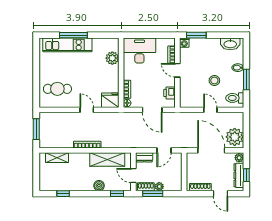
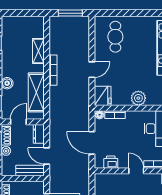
plant: (112, 58) -> (138, 98), moved
door: (177, 70) -> (136, 171), hinge flipped
door: (152, 110) -> (92, 143), hinge flipped
shelving: (57, 158) -> (38, 51), moved
bench: (177, 165) -> (30, 171), added

